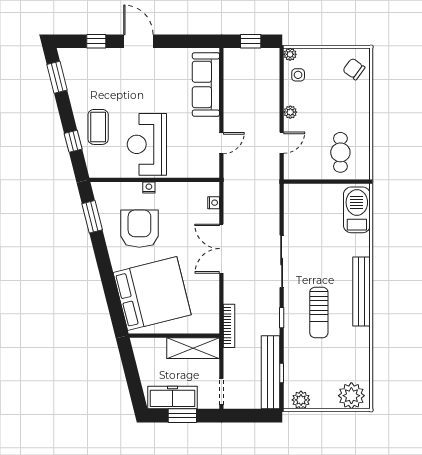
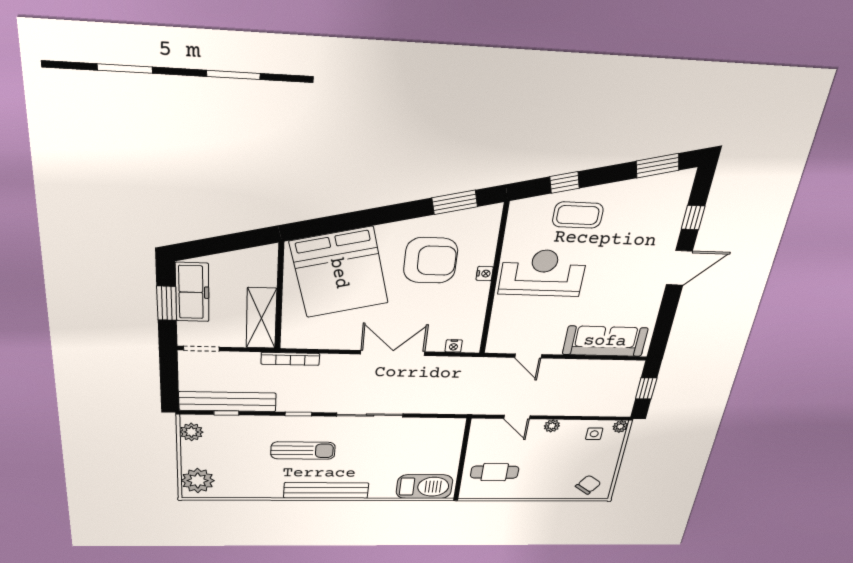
sun lounger: (319, 312) -> (303, 451), turned 180

